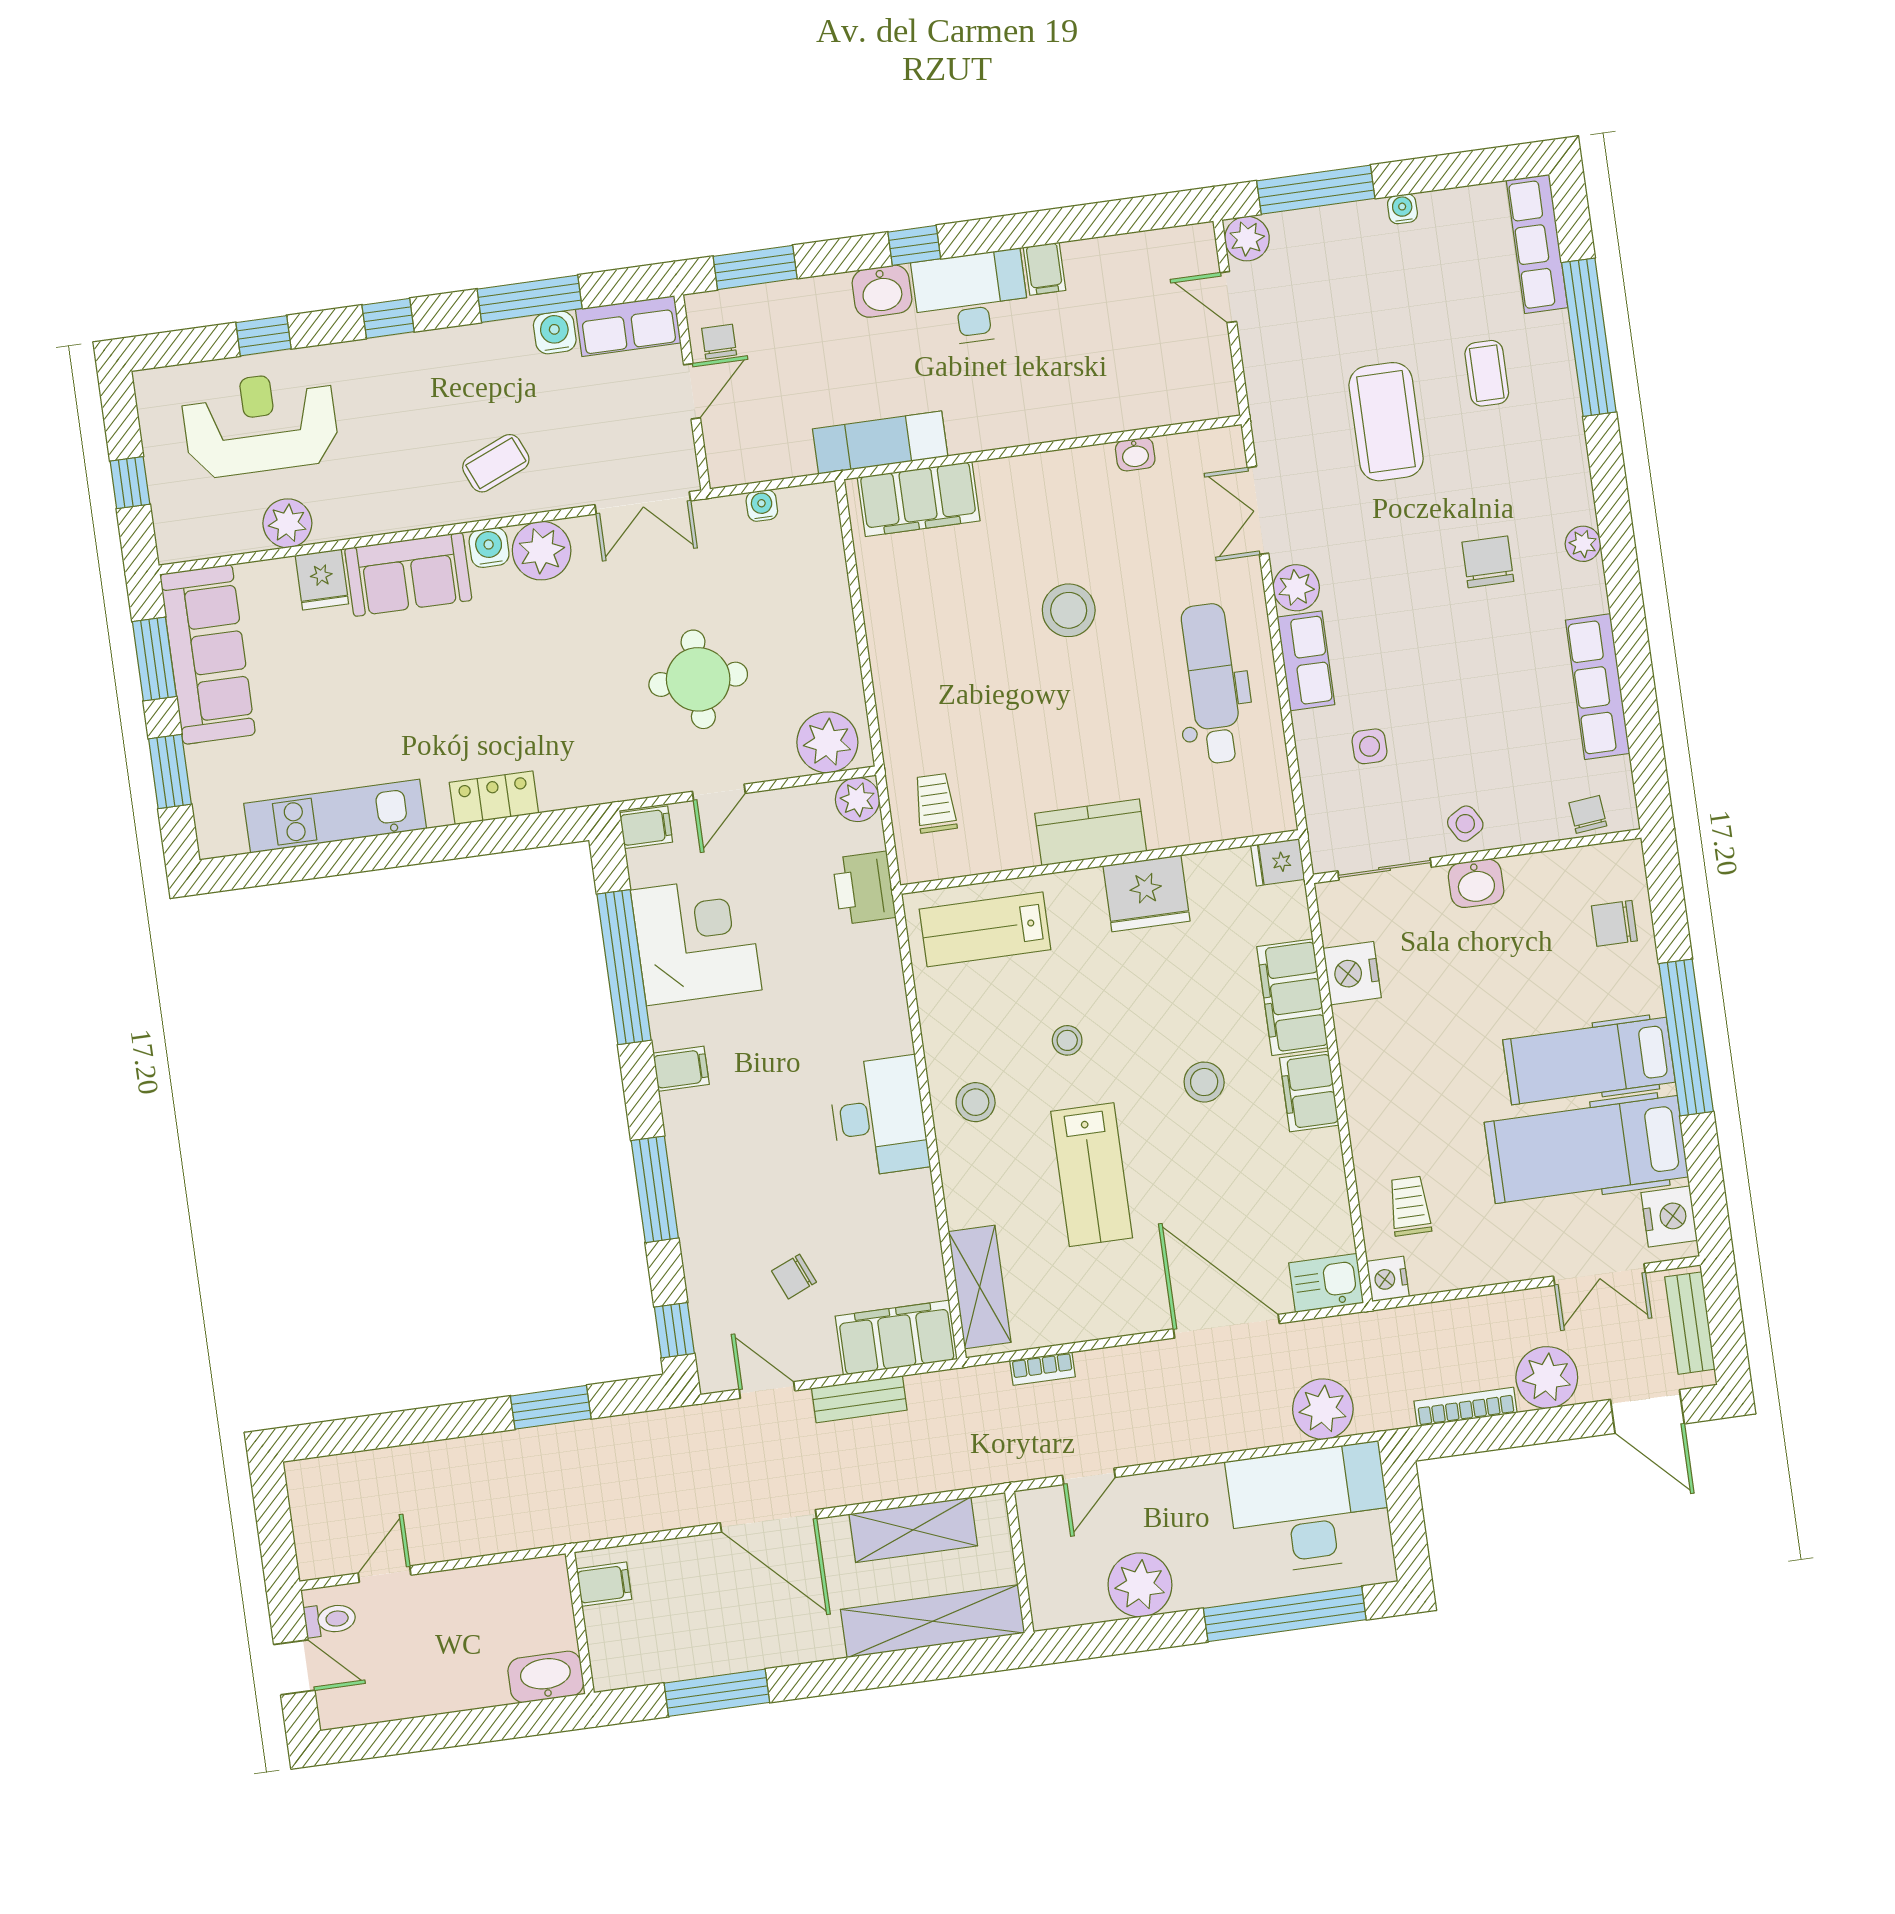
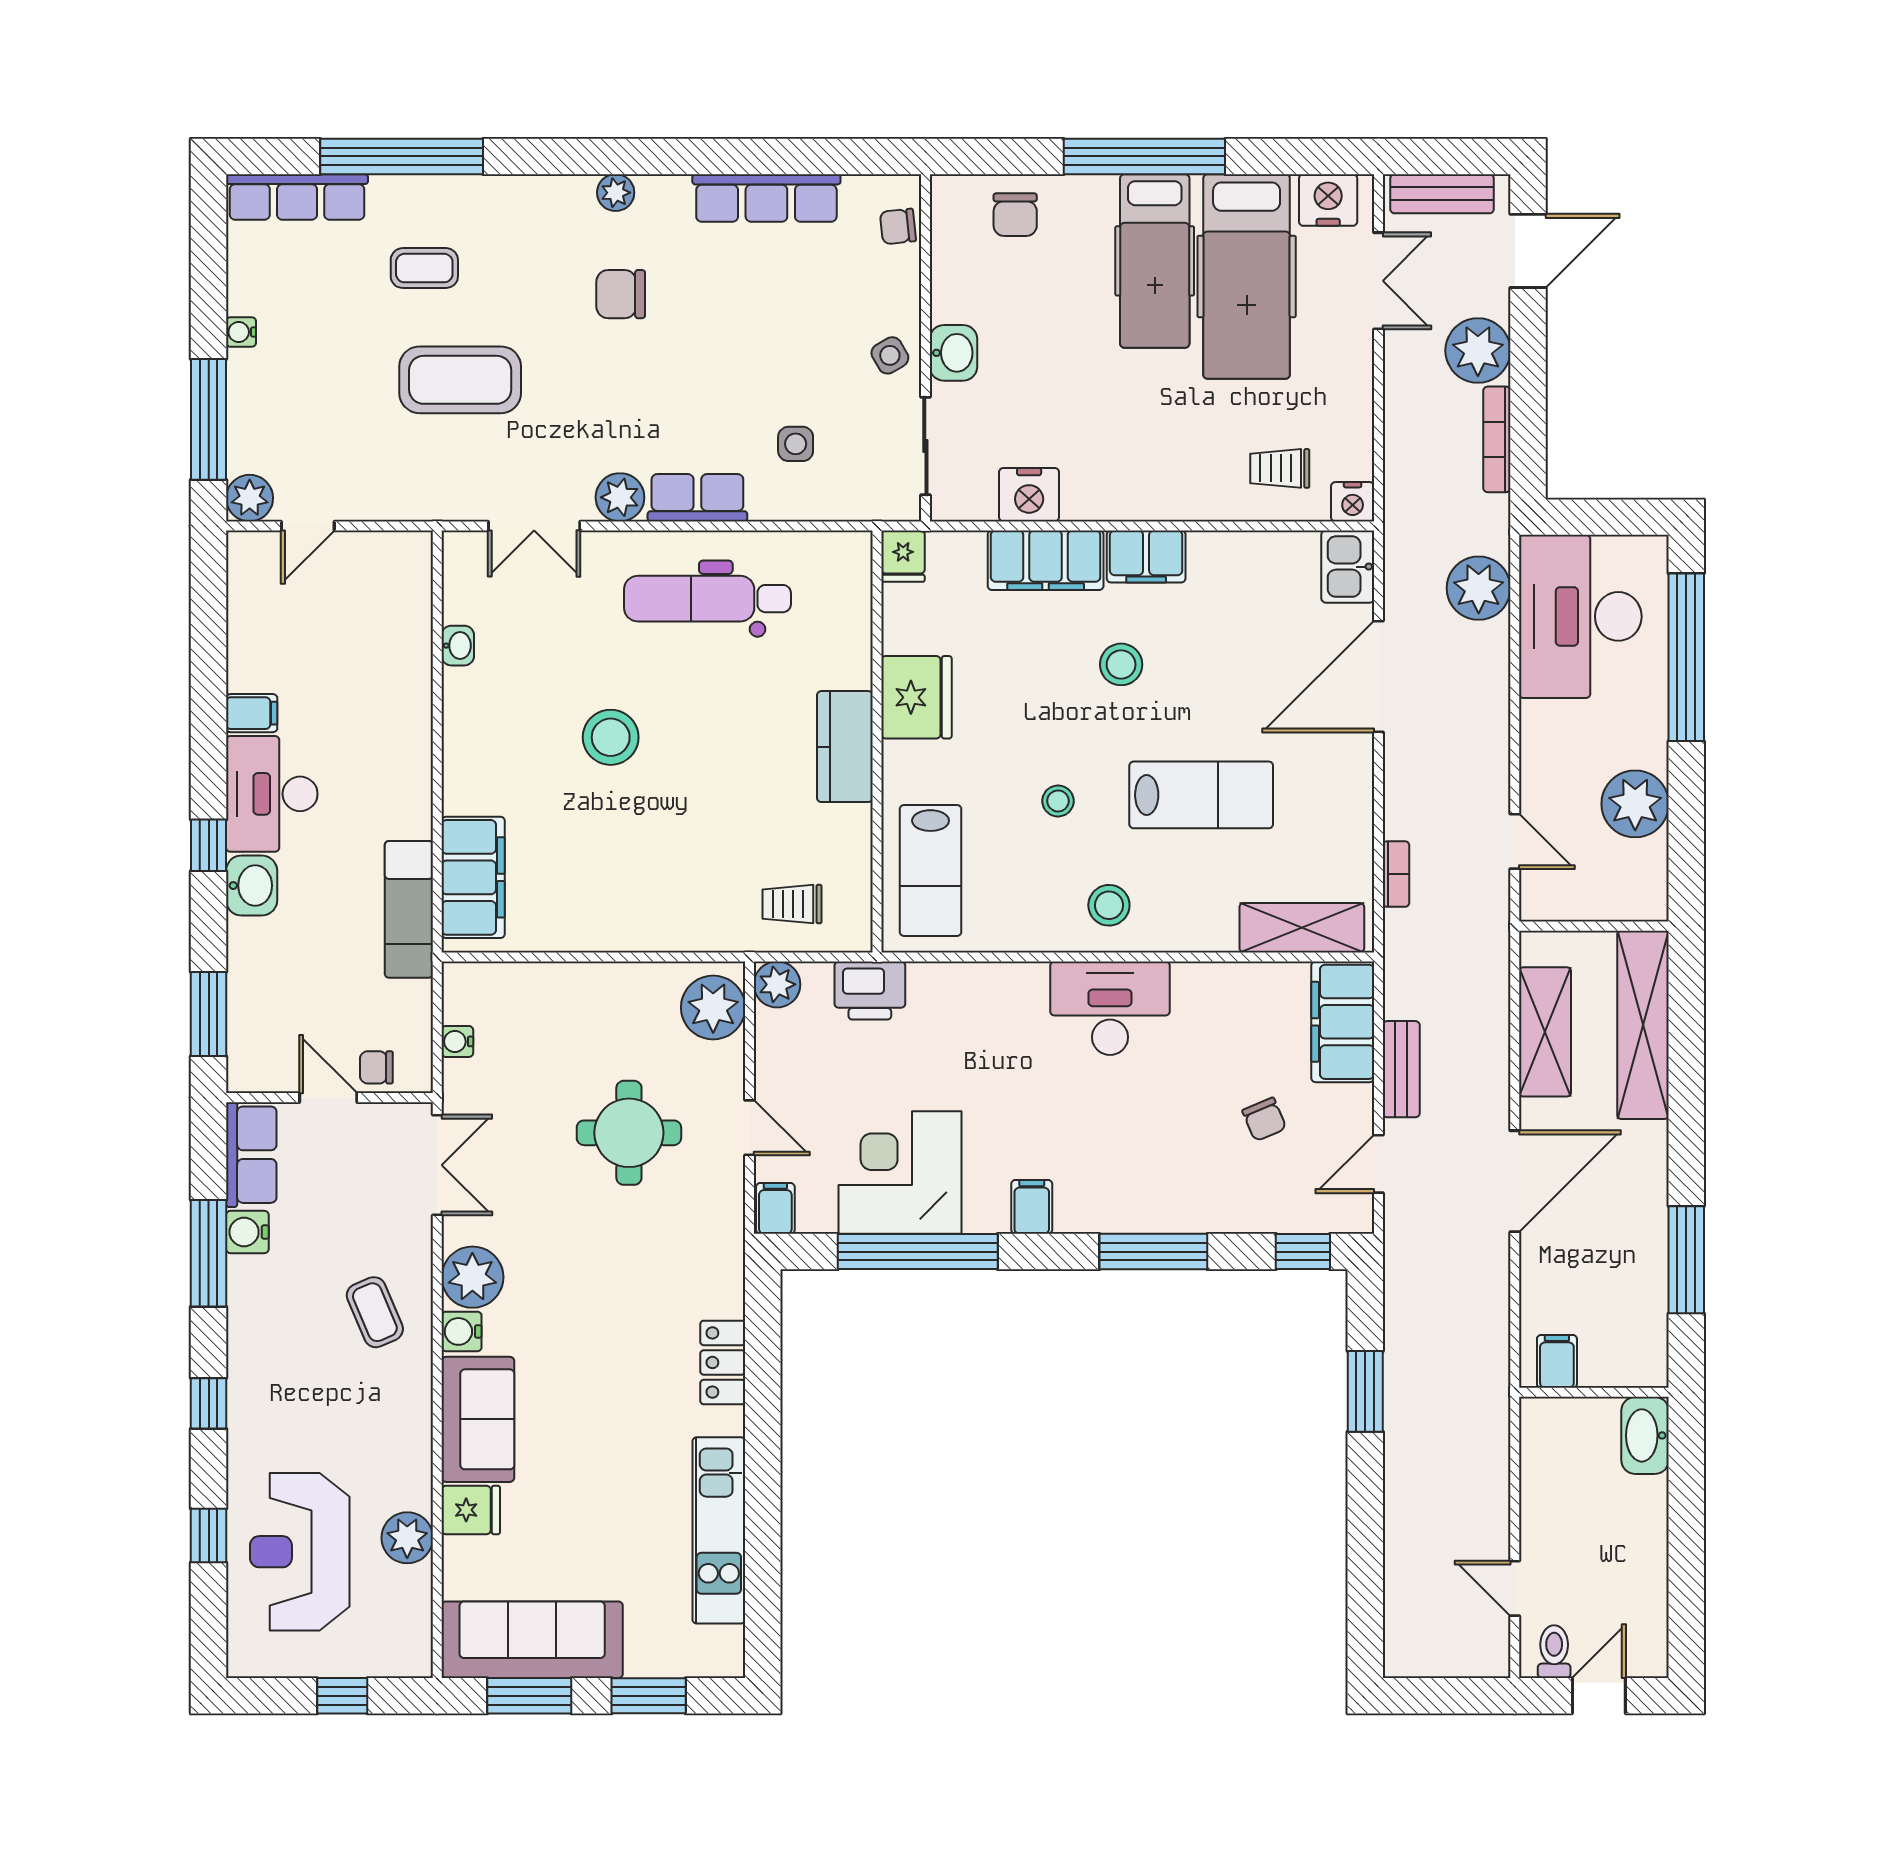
chair: (719, 342) -> (376, 1067), moved

